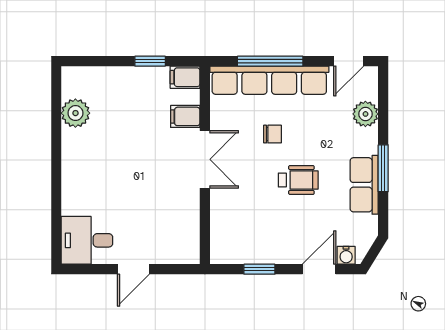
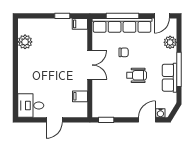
filing cabinet: (185, 116) -> (80, 96), moved
window: (383, 168) -> (179, 69), width x1.44
window: (259, 269) -> (106, 120), moved

